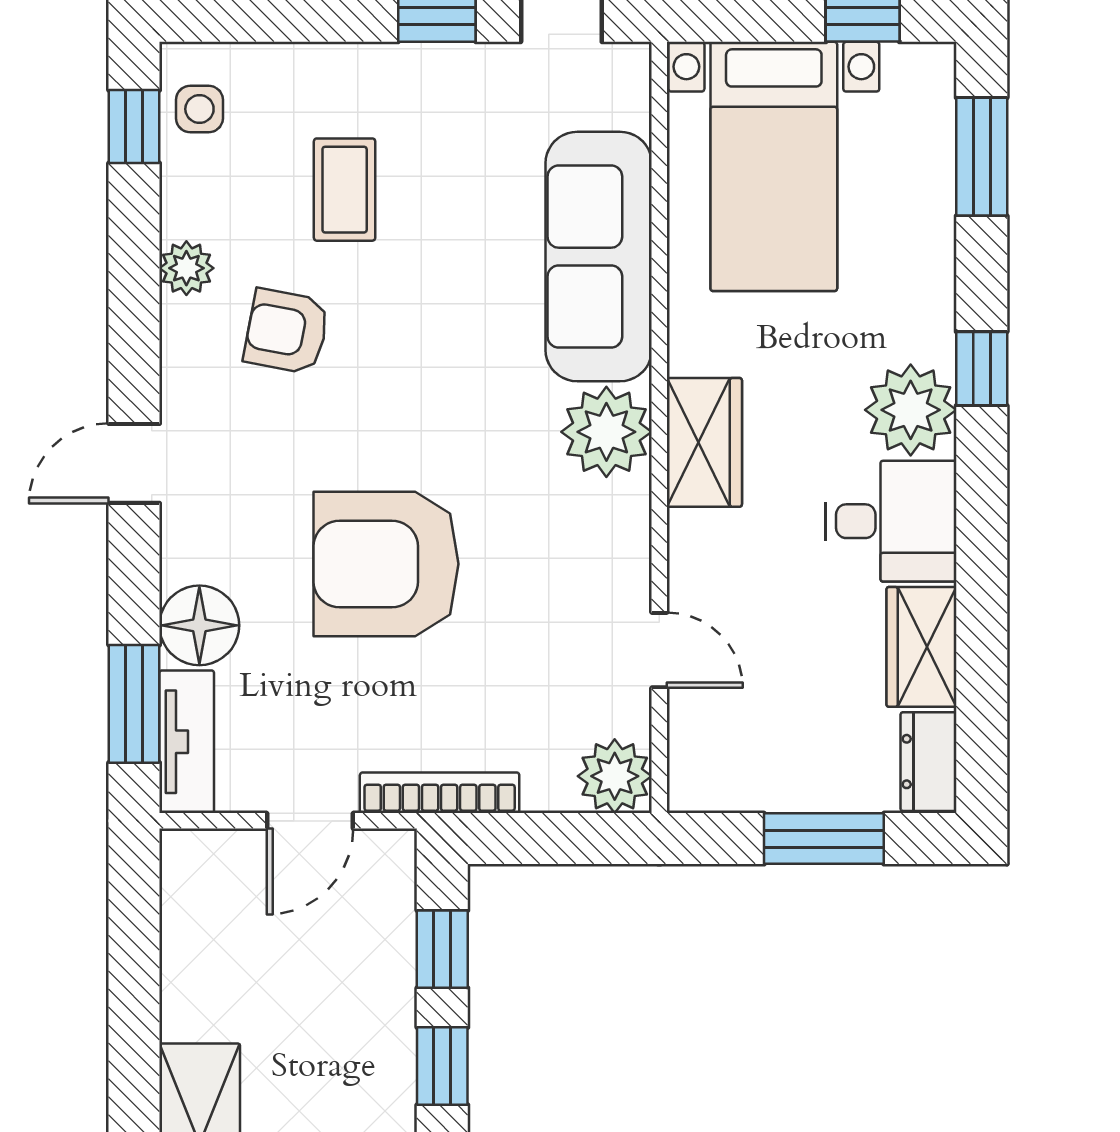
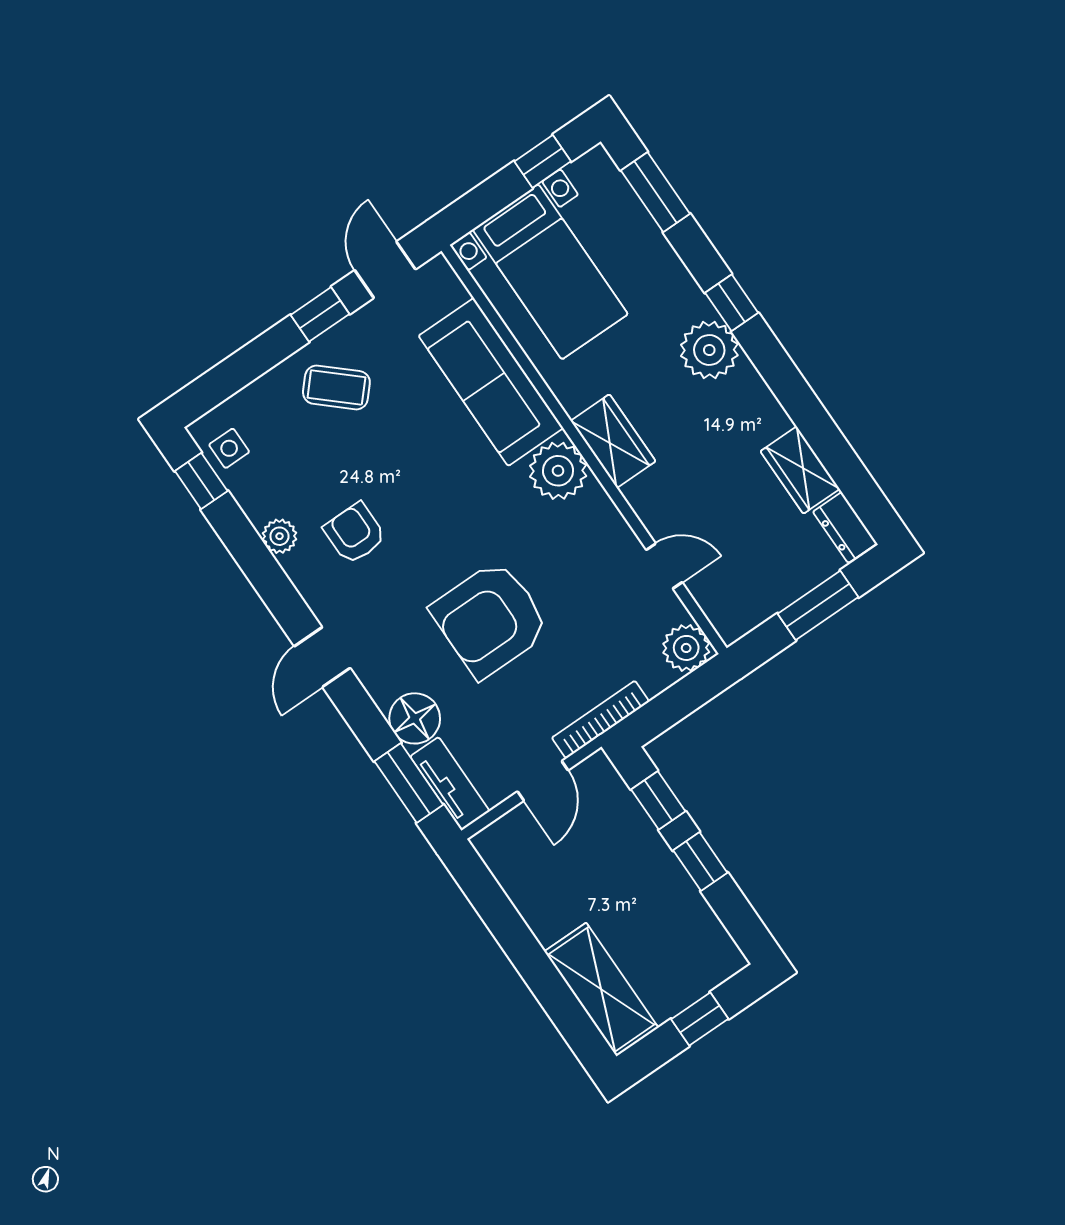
coffee table: (345, 190) -> (336, 387), moved, turned -48
armchair: (287, 331) -> (355, 533), turned 79
desk: (891, 521) -> (739, 415), removed

